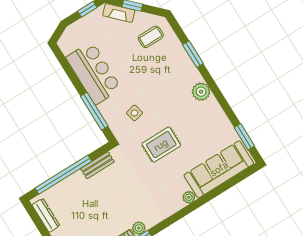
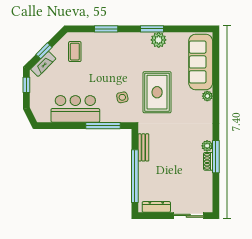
plant: (201, 92) -> (159, 40), moved
window: (244, 137) -> (152, 29), moved
rug: (161, 145) -> (157, 92), width x1.36, depth x1.43

